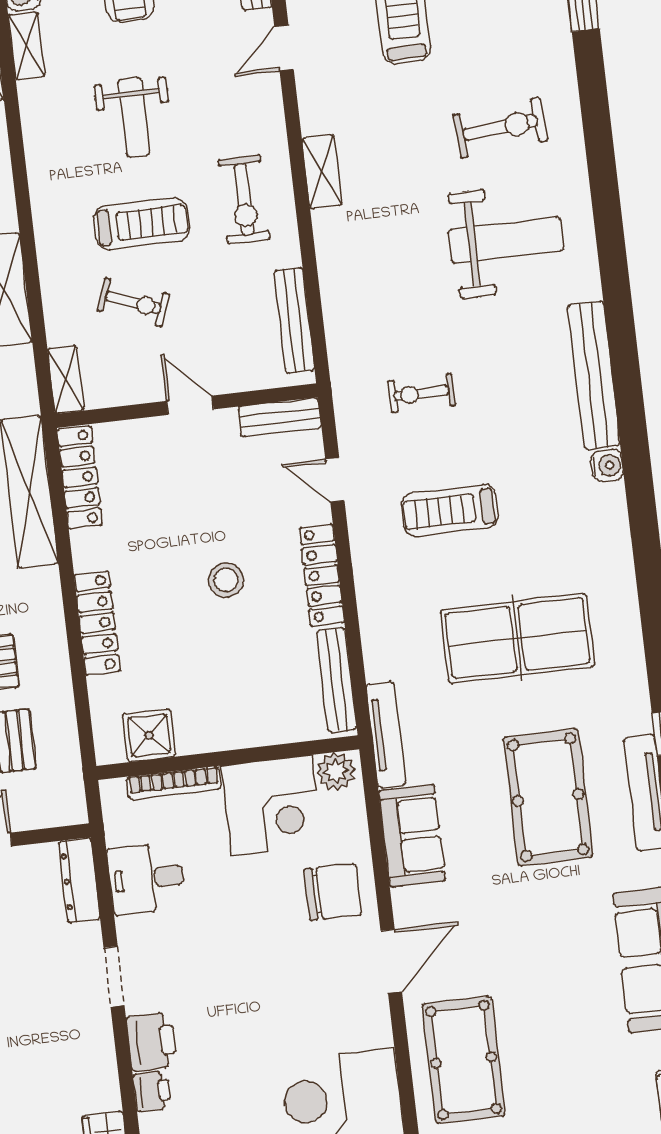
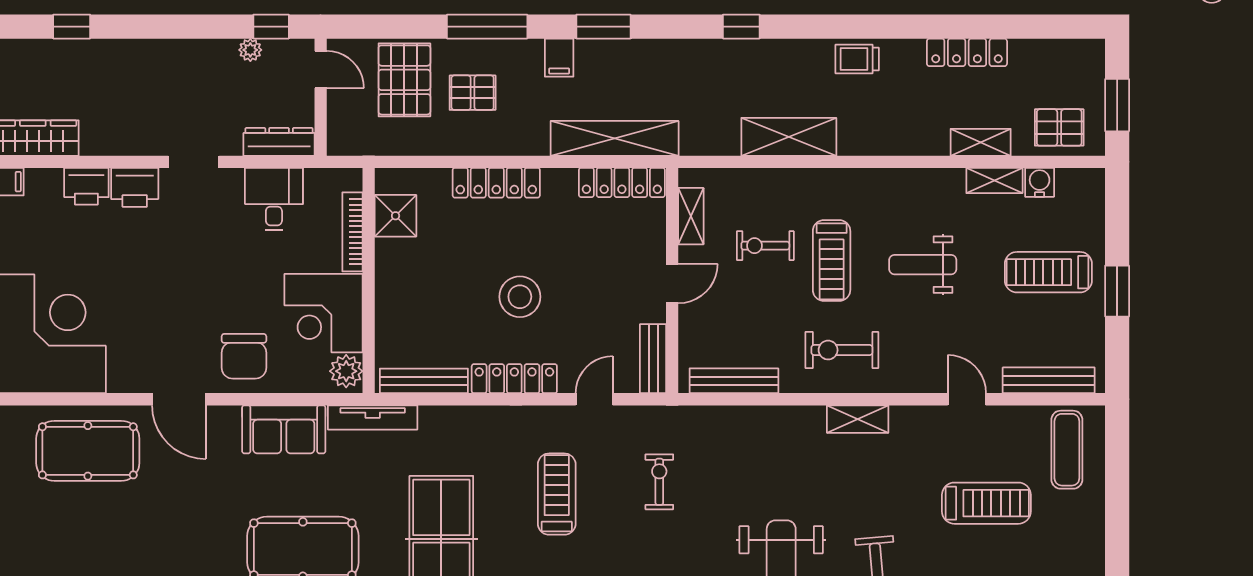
exercise bike: (133, 302) -> (765, 246), turned 69
shelving: (66, 380) -> (691, 216), moved, turned 90
stool: (226, 580) -> (520, 297), width x1.38, depth x1.38
printer: (152, 1091) -> (86, 186), width x1.36, depth x1.24

